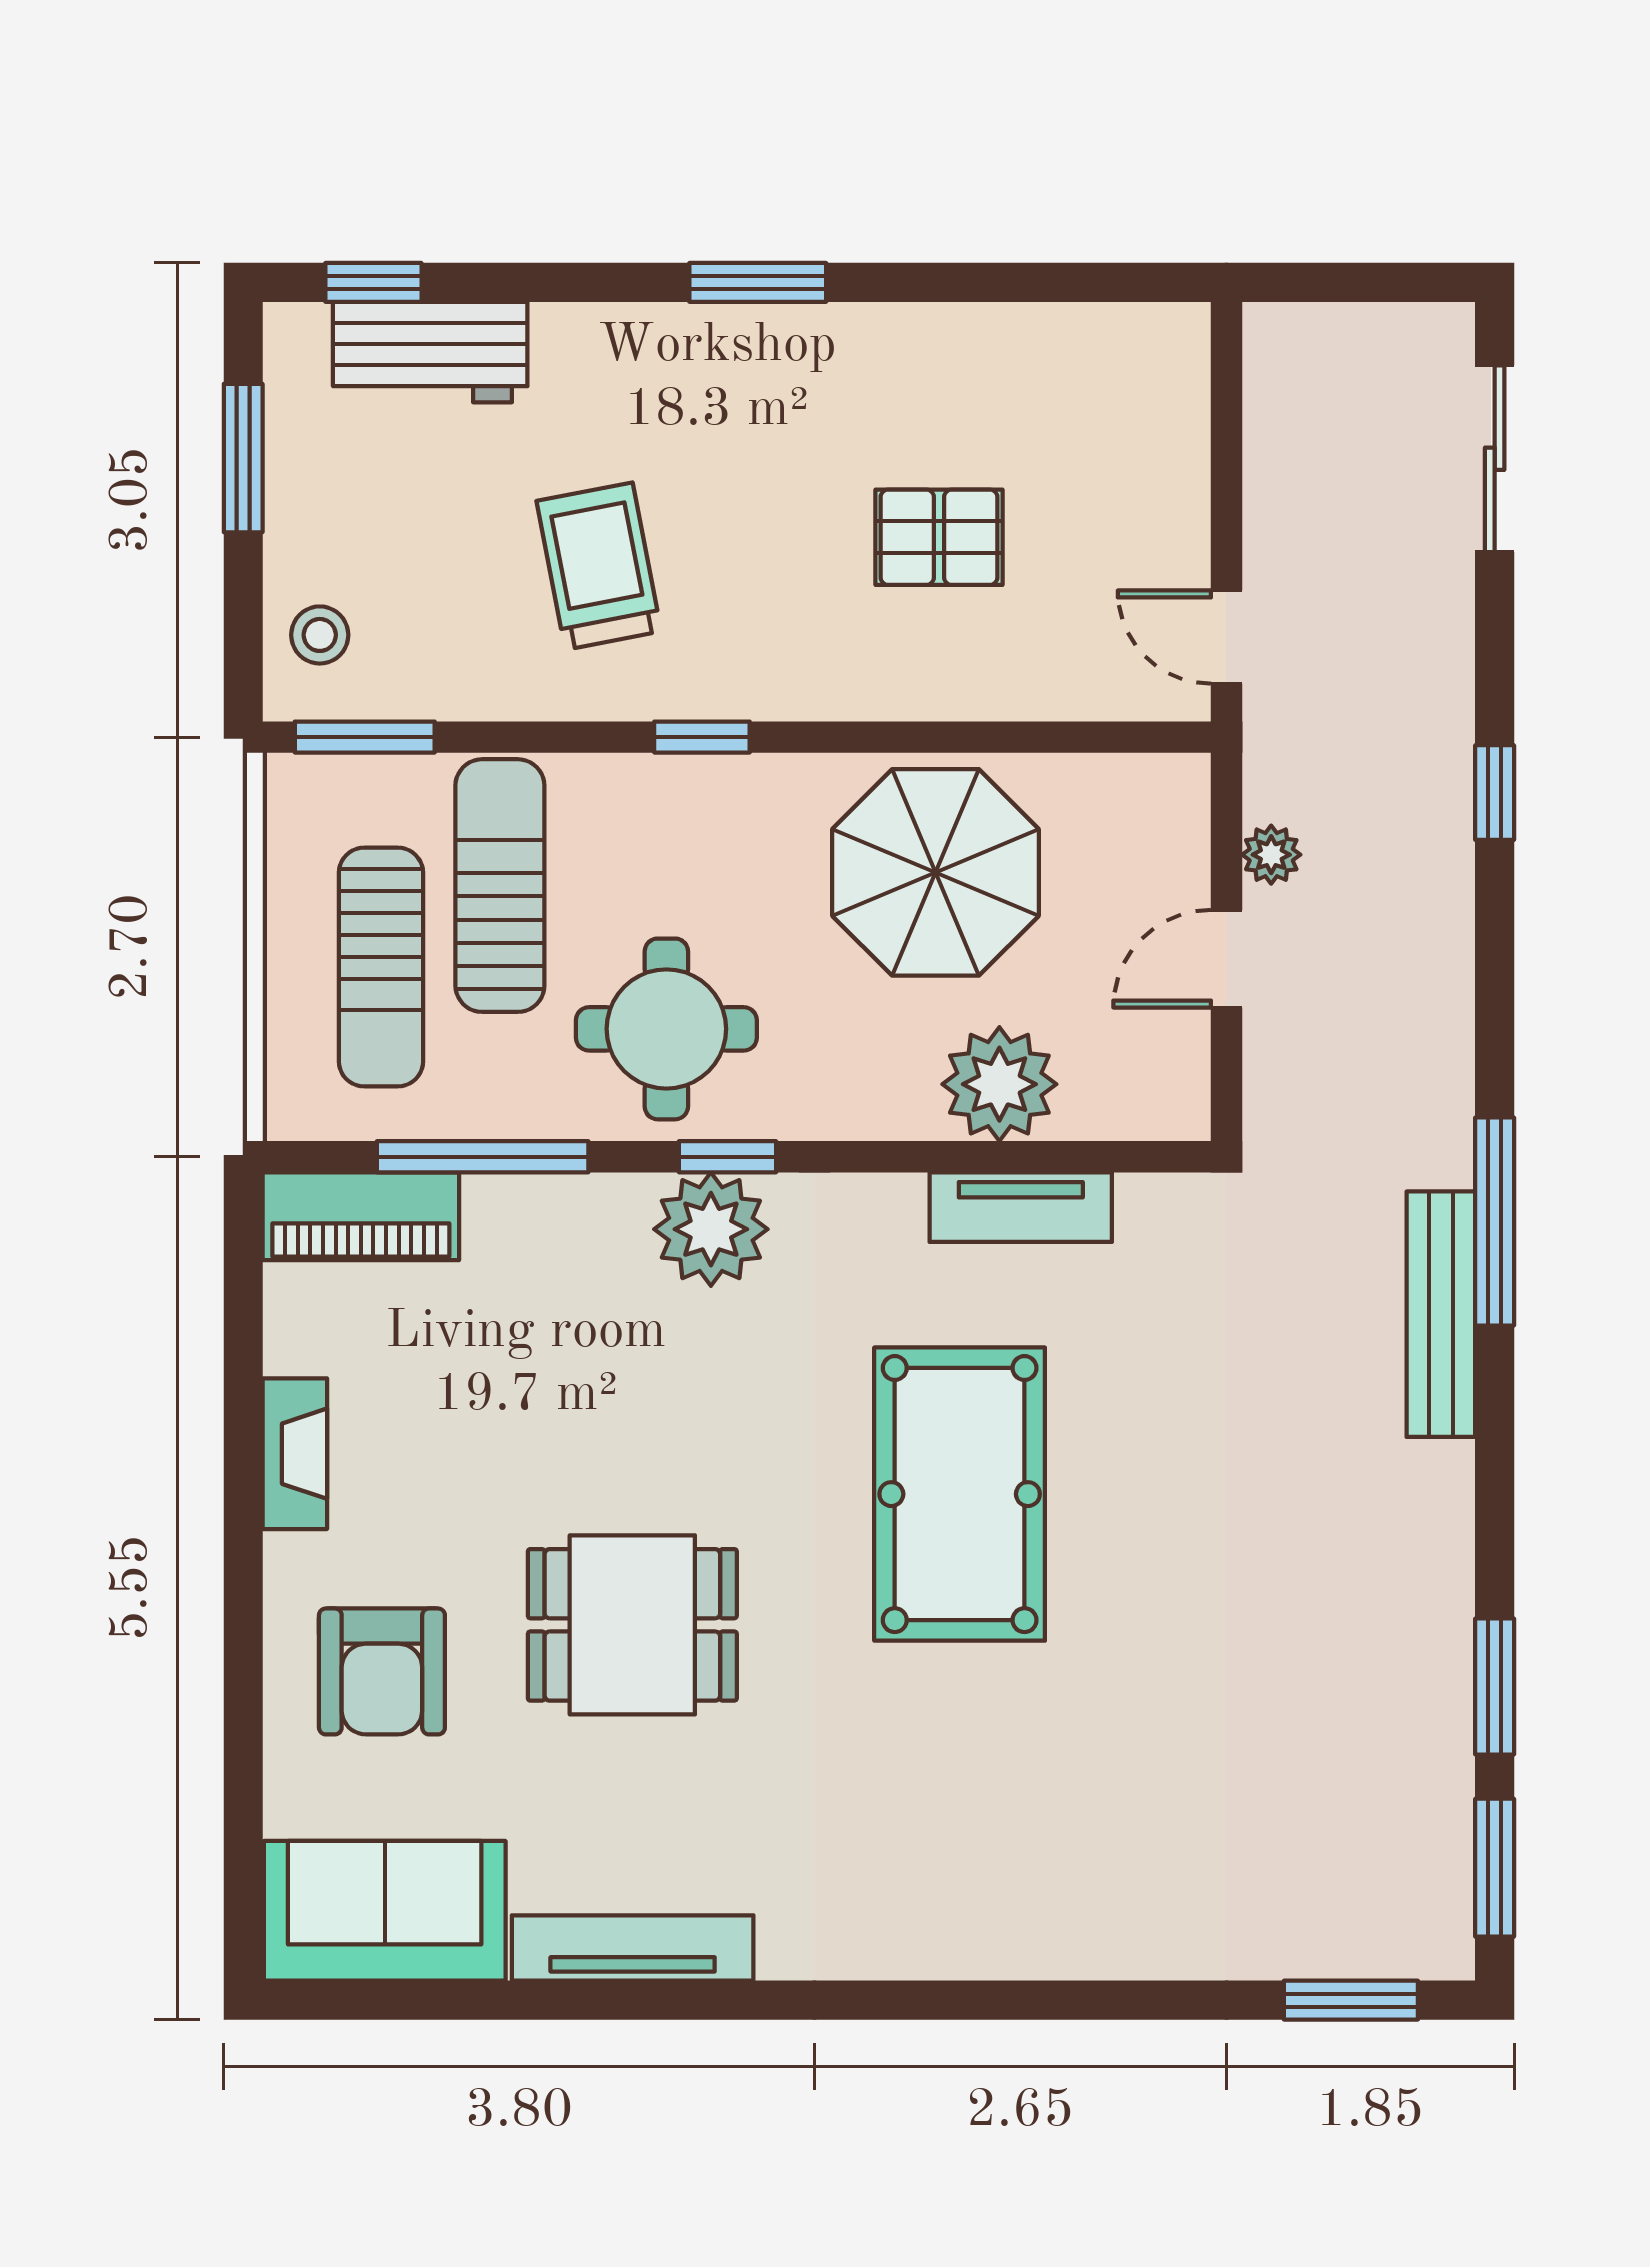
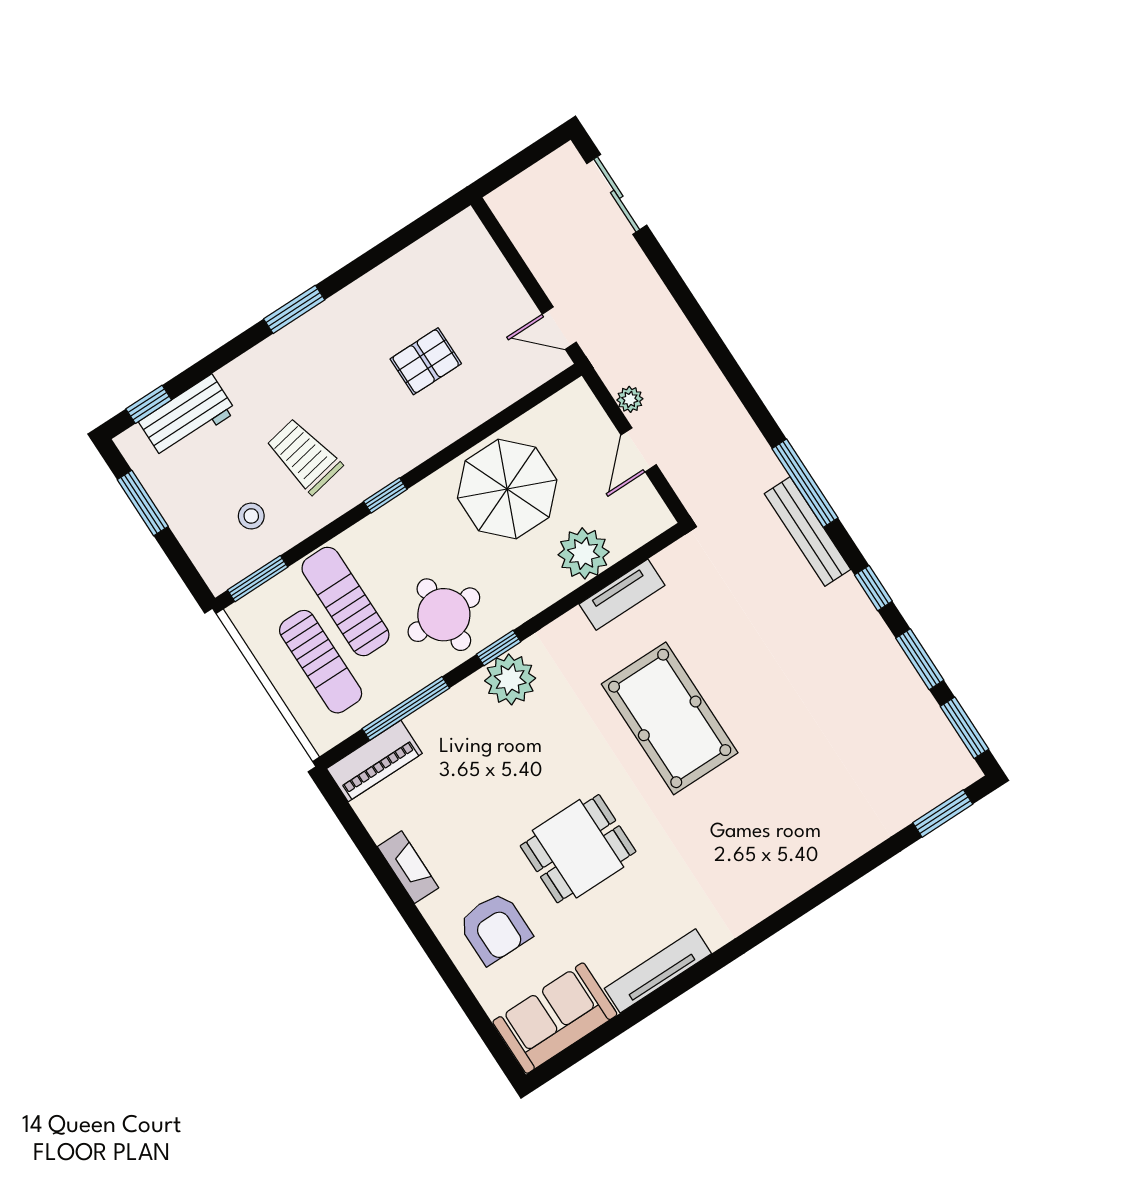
stool: (320, 635) -> (251, 516), moved
window: (1495, 793) -> (873, 588), moved

